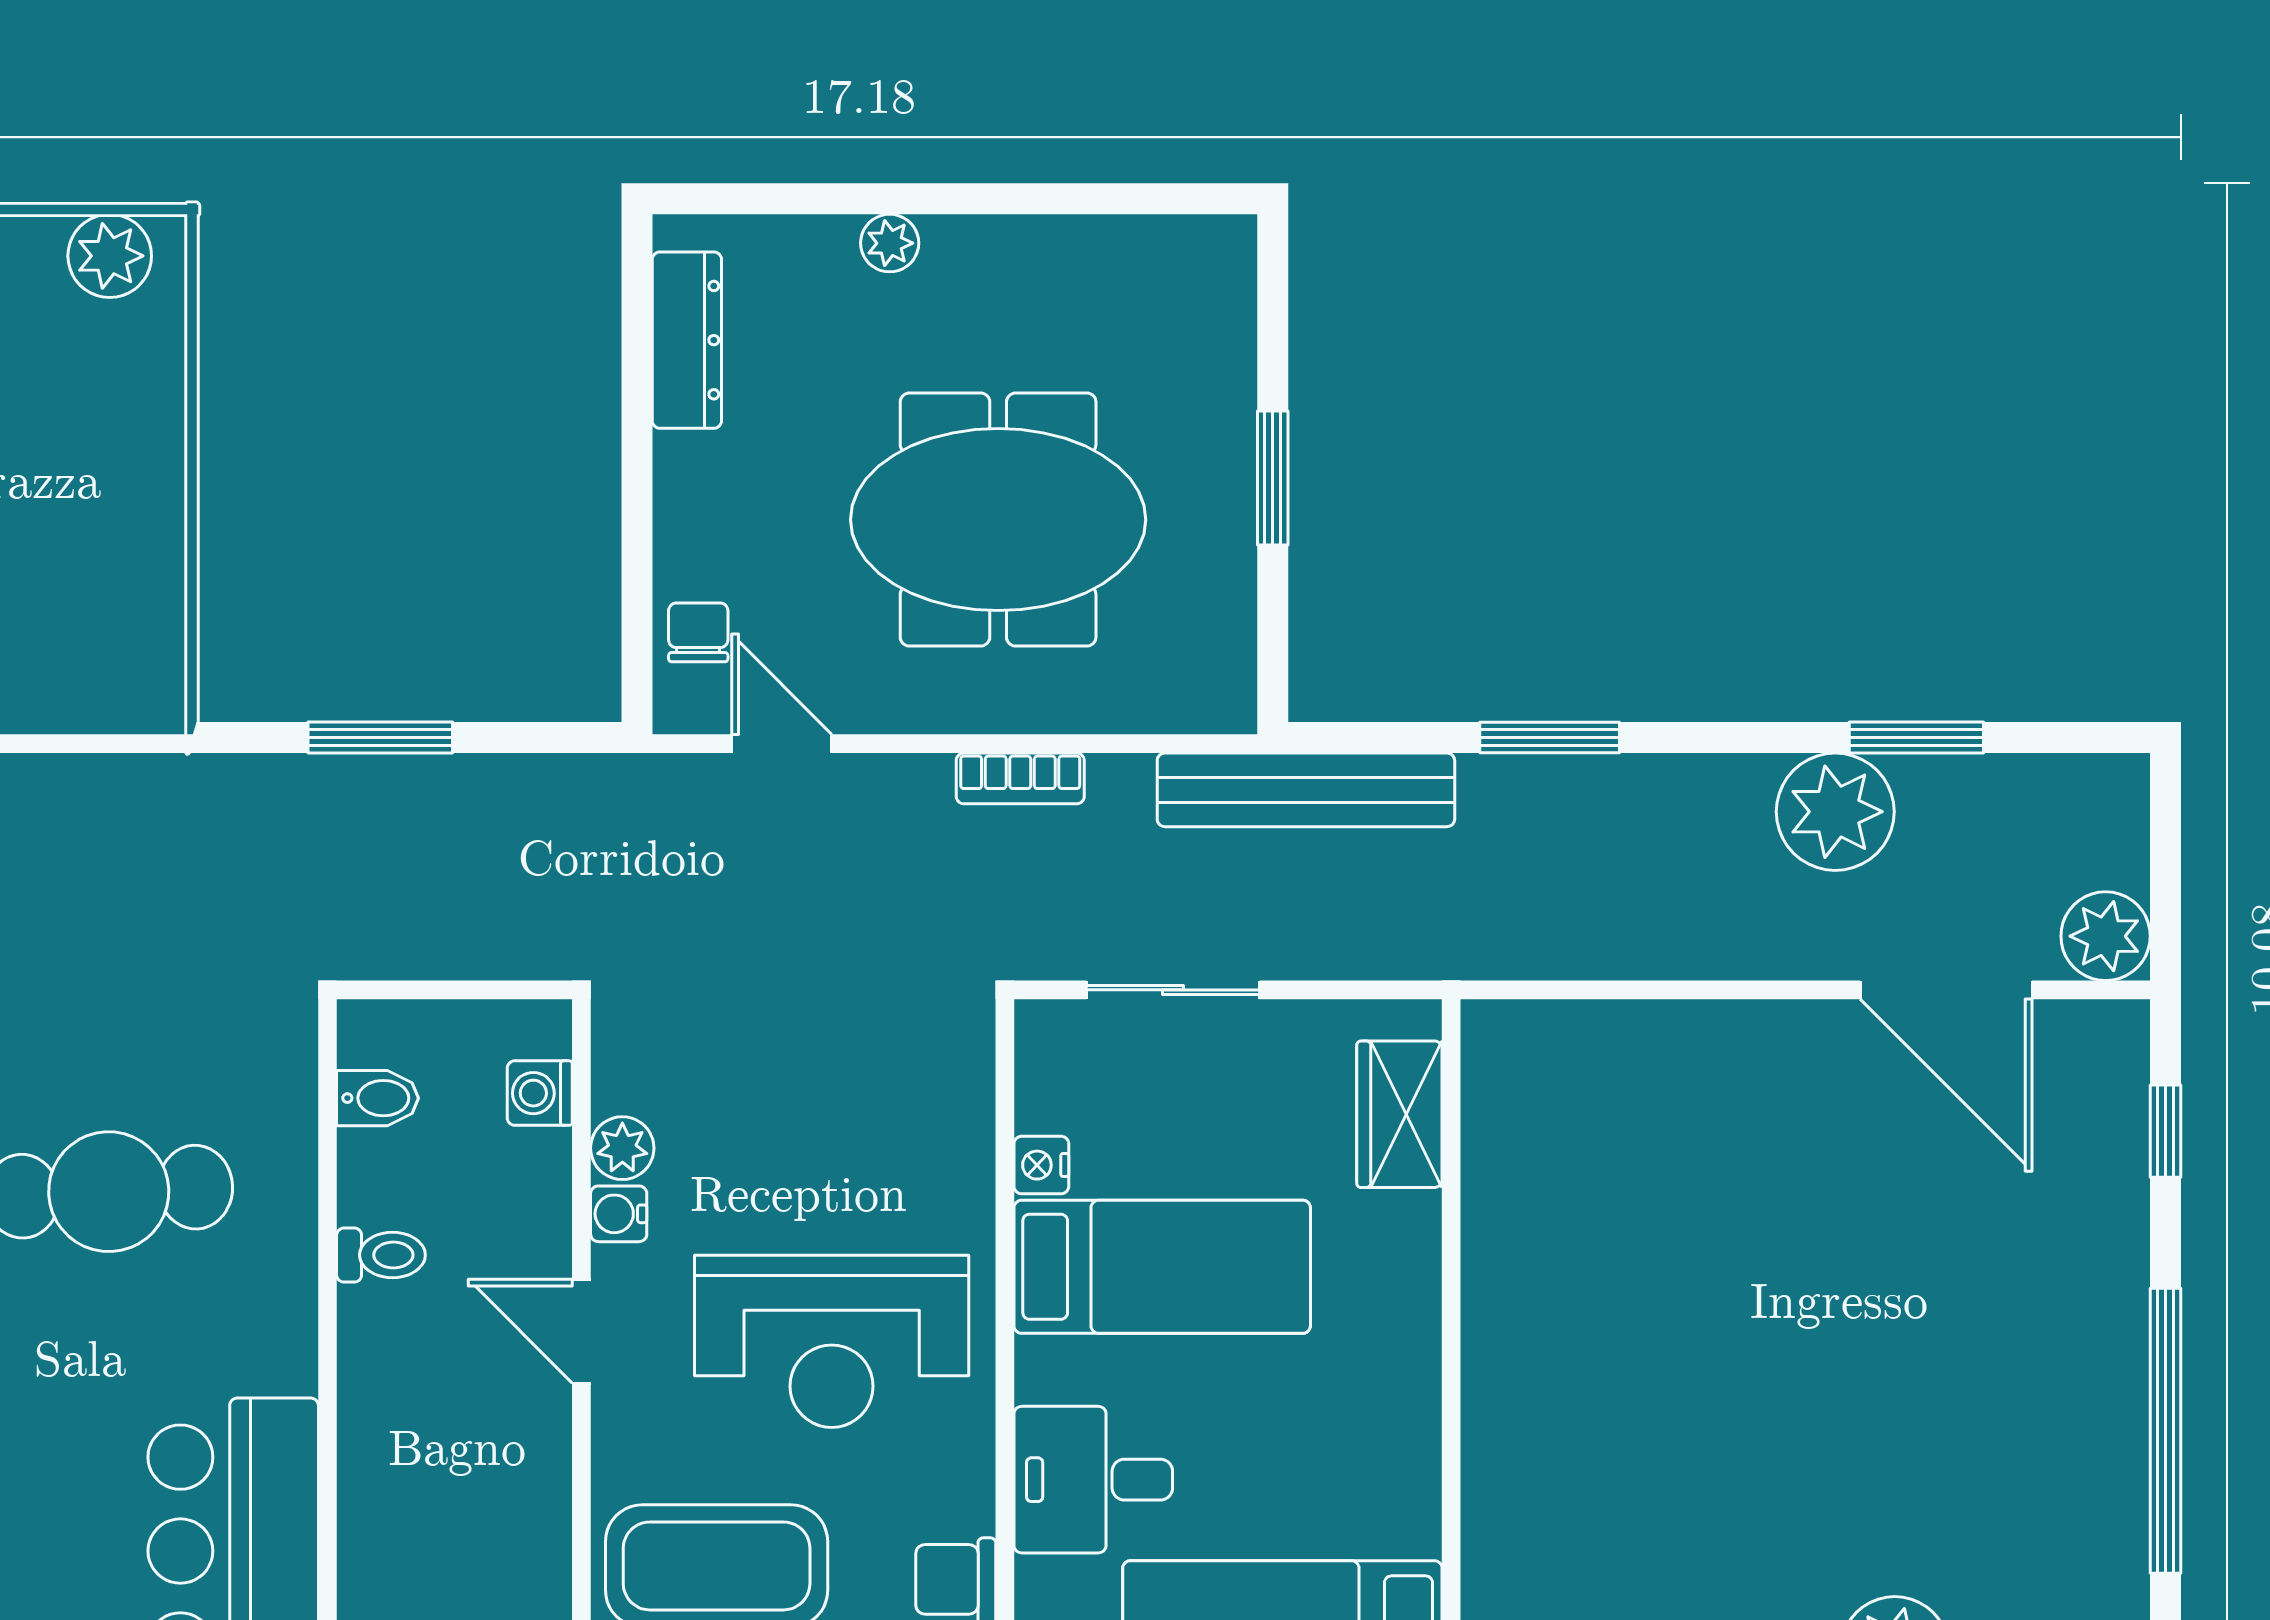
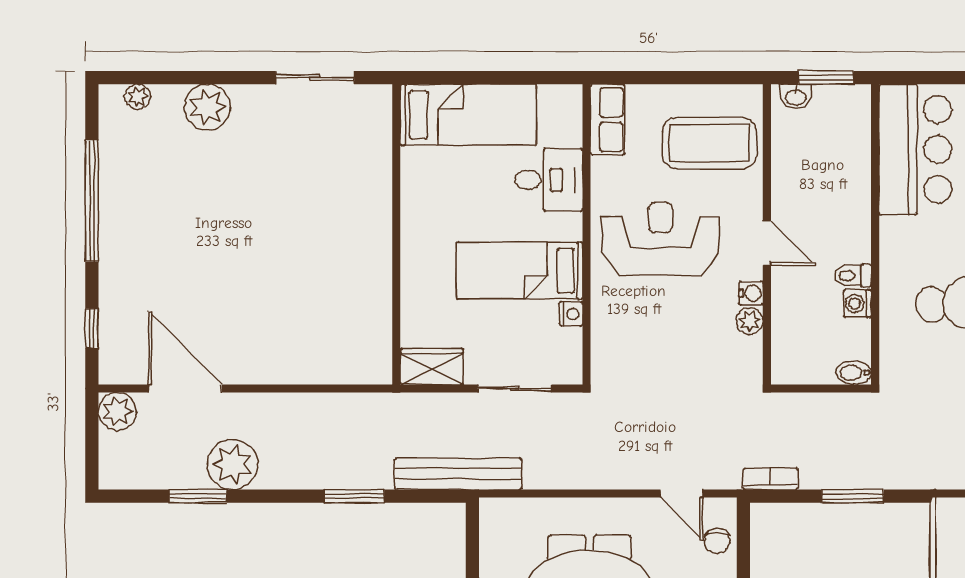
bookcase: (1020, 778) -> (771, 479), moved
washing machine: (540, 1093) -> (857, 304), moved, turned 180
bidet: (378, 1098) -> (854, 373), moved
wardrobe: (1399, 1114) -> (432, 366), moved, turned -90

